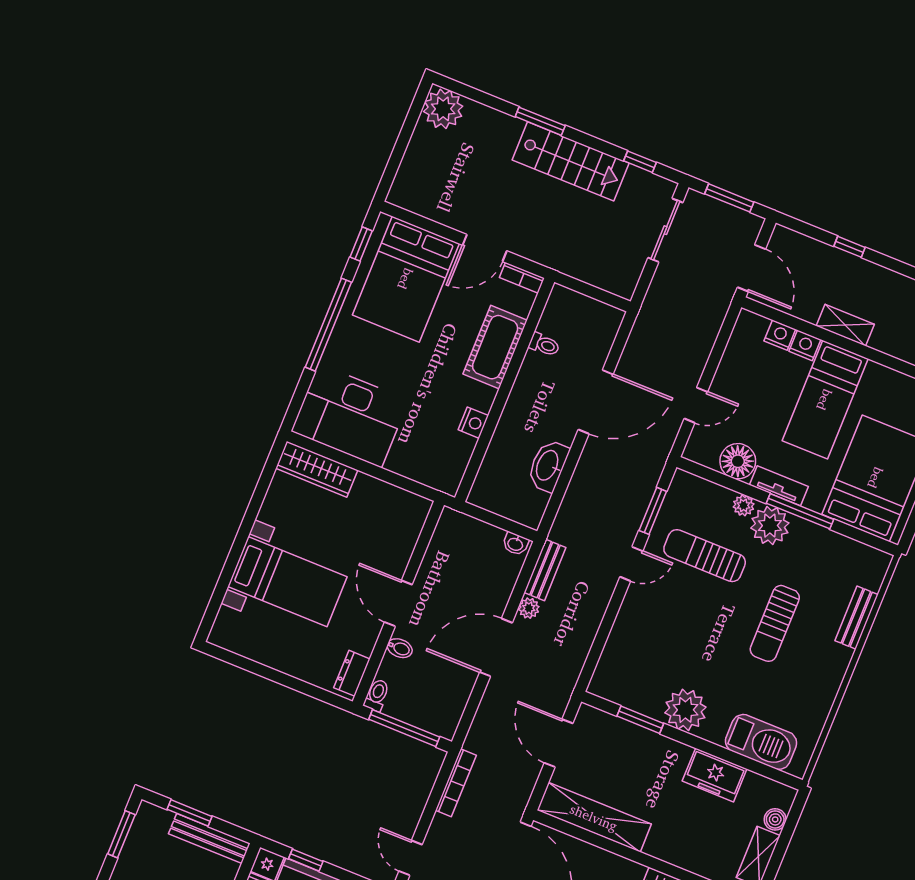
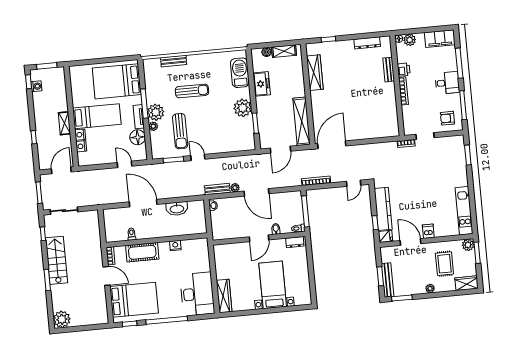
bench: (209, 839) -> (388, 280), moved

